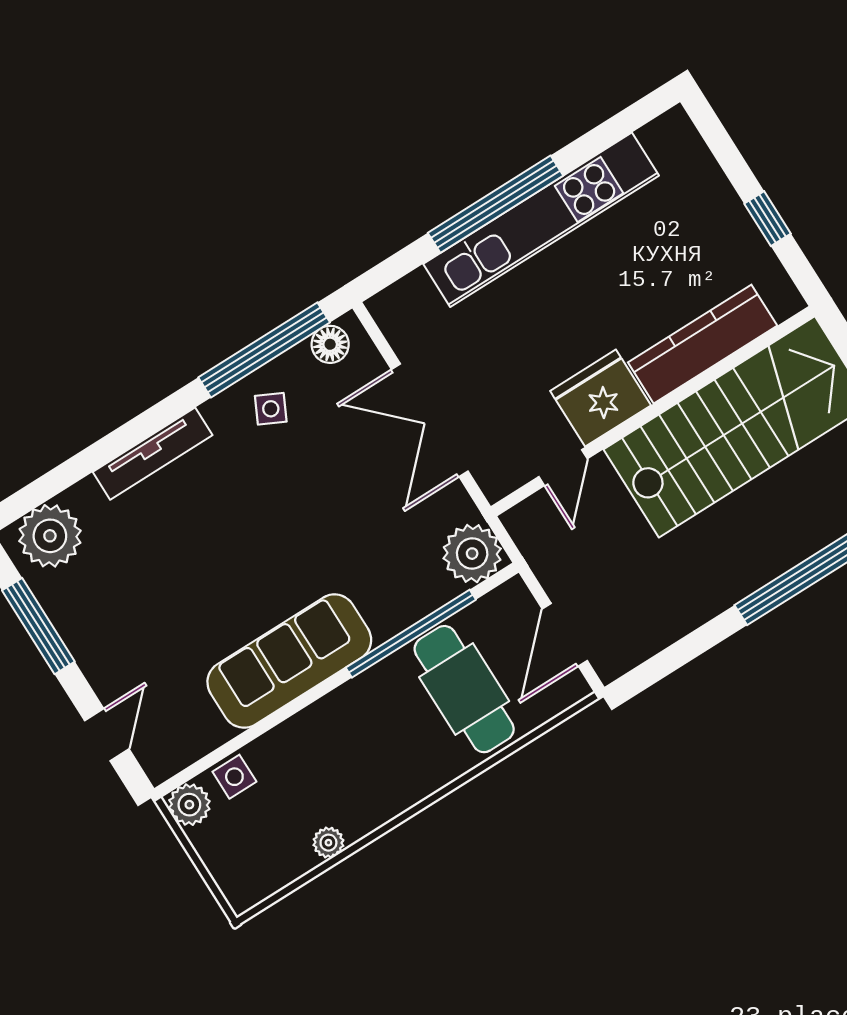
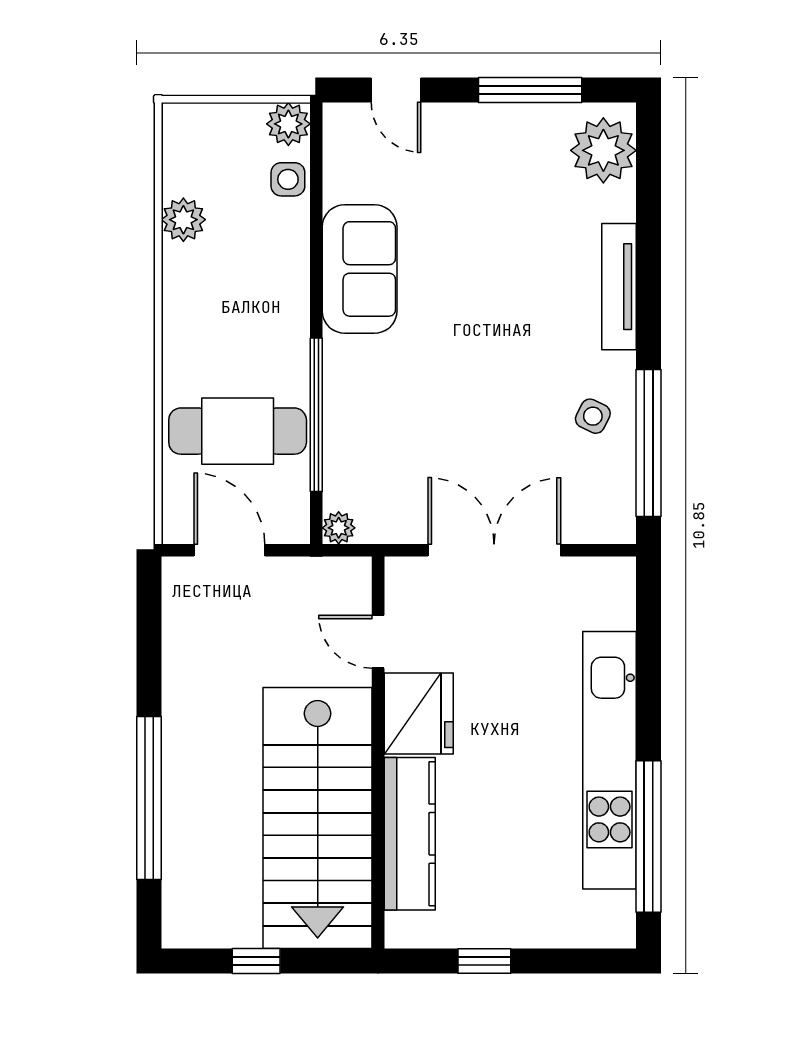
window: (496, 204) -> (649, 836), moved
floor lamp: (330, 344) -> (617, 504), removed
plant: (472, 554) -> (339, 528), width x0.53, depth x0.53
sofa: (289, 661) -> (360, 269), width x0.73
plant: (328, 843) -> (183, 220), width x1.38, depth x1.38

